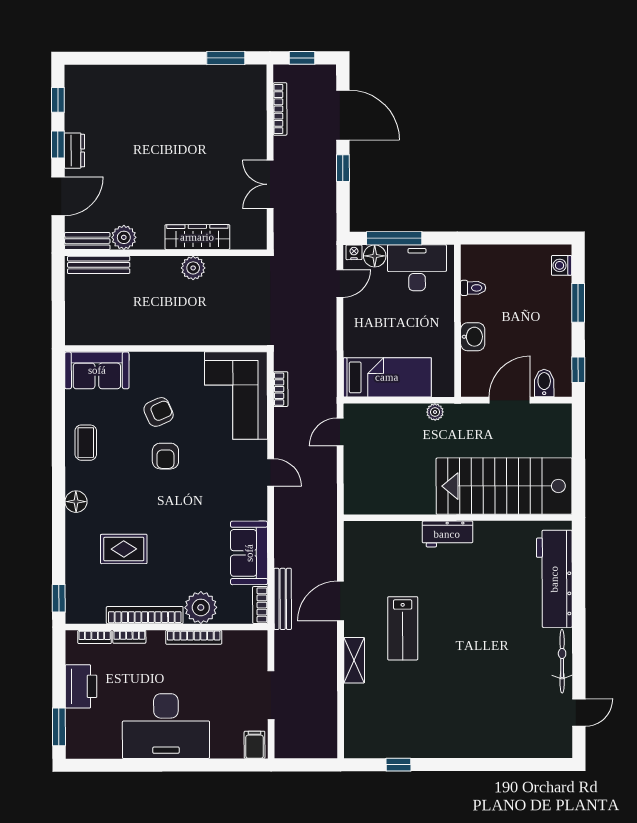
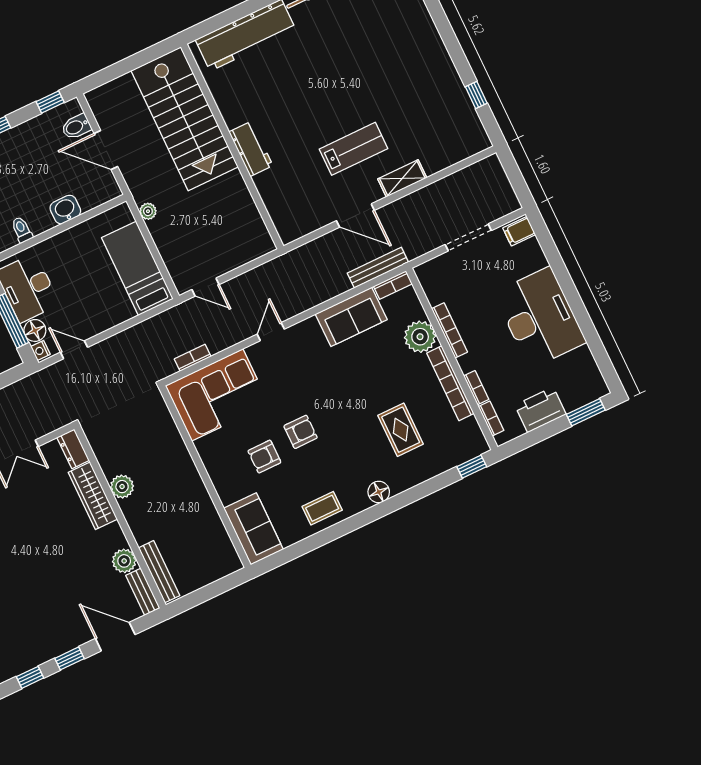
dresser: (74, 151) -> (73, 449), moved, turned -90
armchair: (159, 412) -> (264, 457), turned -66

